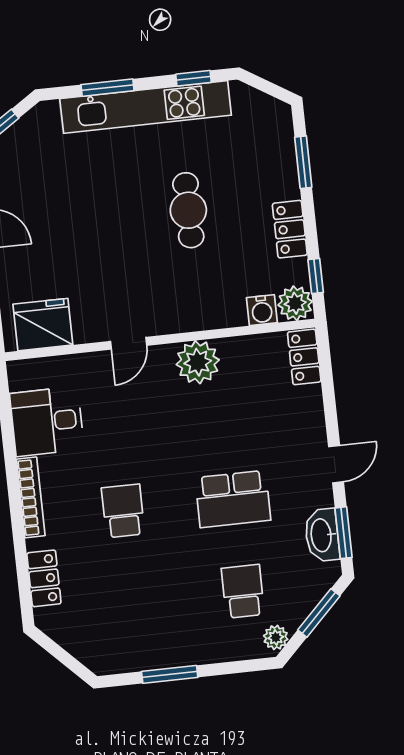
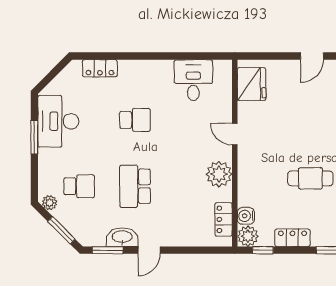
locker: (304, 357) -> (224, 219), moved, turned -90
door: (336, 464) -> (149, 250), hinge flipped
bookcase: (31, 497) -> (149, 66), removed
washbasin: (322, 535) -> (122, 237), moved
desk: (139, 638) -> (58, 121), added

